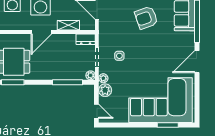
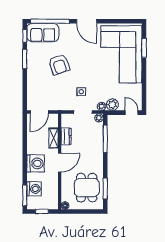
armchair: (146, 18) -> (59, 64), moved
door: (41, 32) -> (60, 163), hinge flipped
dresser: (86, 39) -> (66, 136), moved
door: (96, 111) -> (132, 113), hinge flipped

